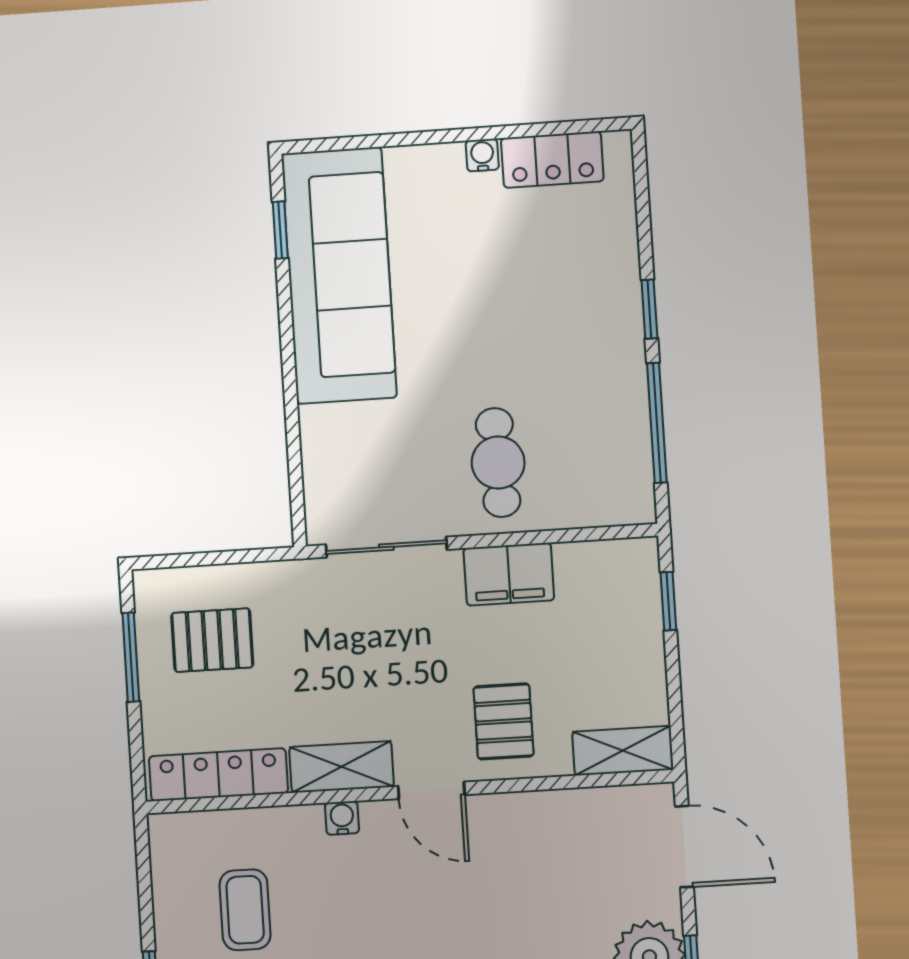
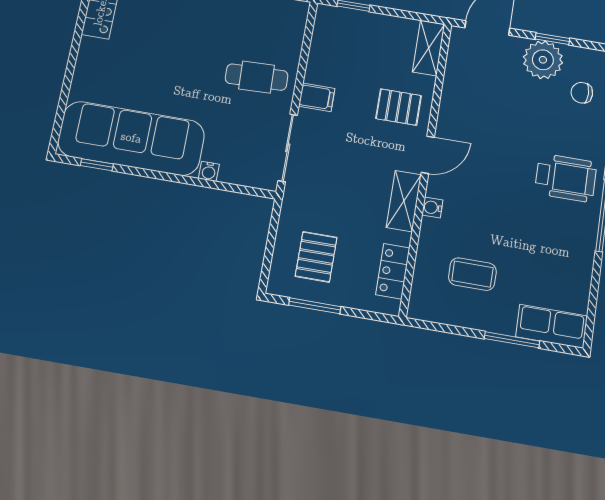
water cooler: (482, 155) -> (209, 171), moved, turned -90
filing cabinet: (509, 574) -> (317, 97), width x0.50
locker: (218, 775) -> (393, 271), width x0.66

